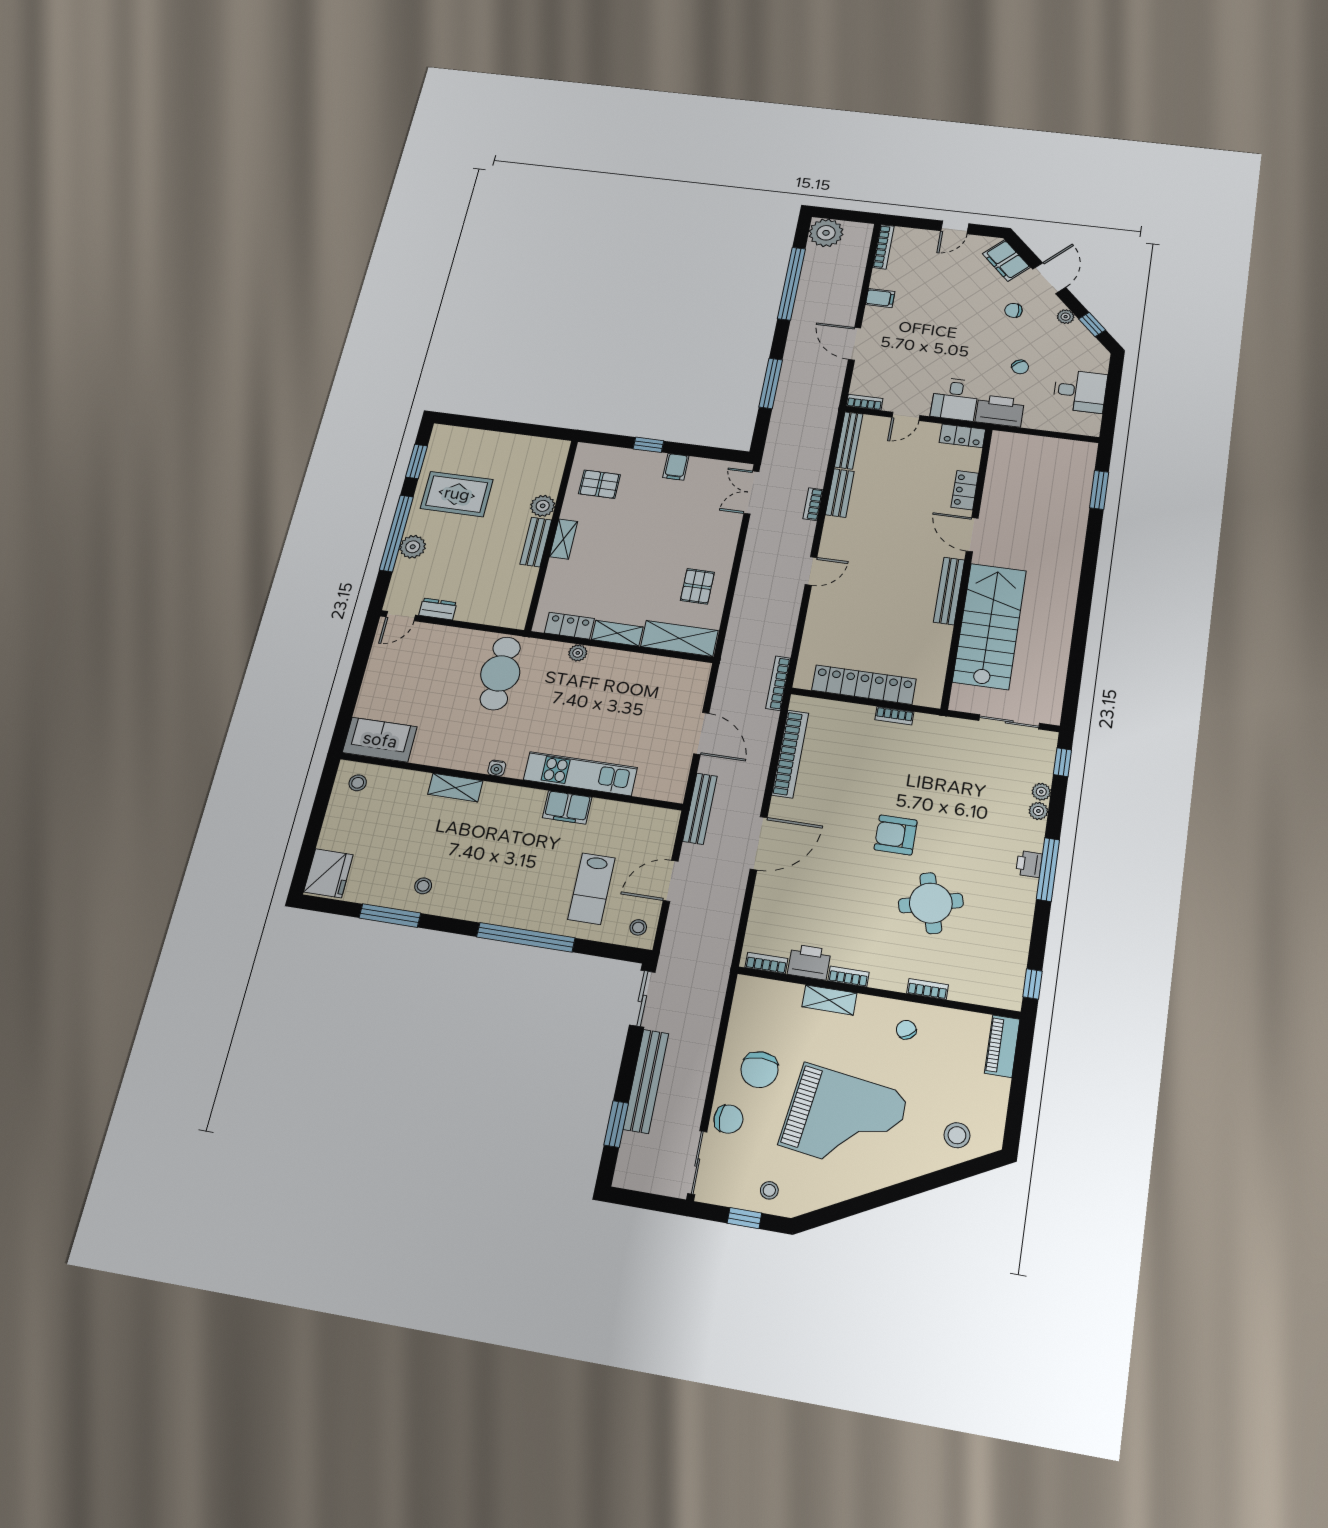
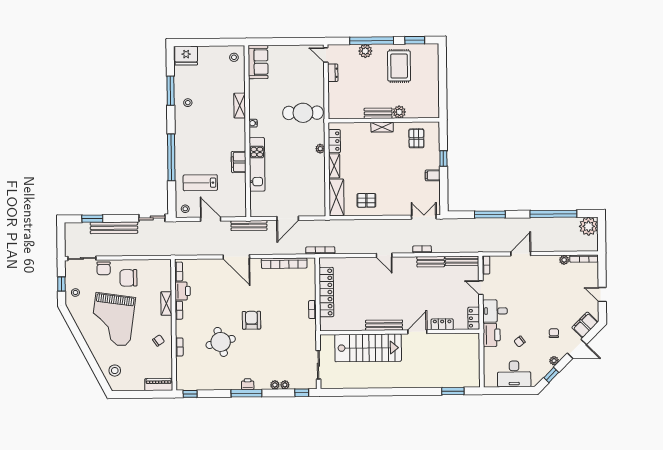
plant: (880, 278) -> (564, 260), added
filing cabinet: (880, 298) -> (551, 262), removed
desk: (1080, 391) -> (514, 374), width x1.37

